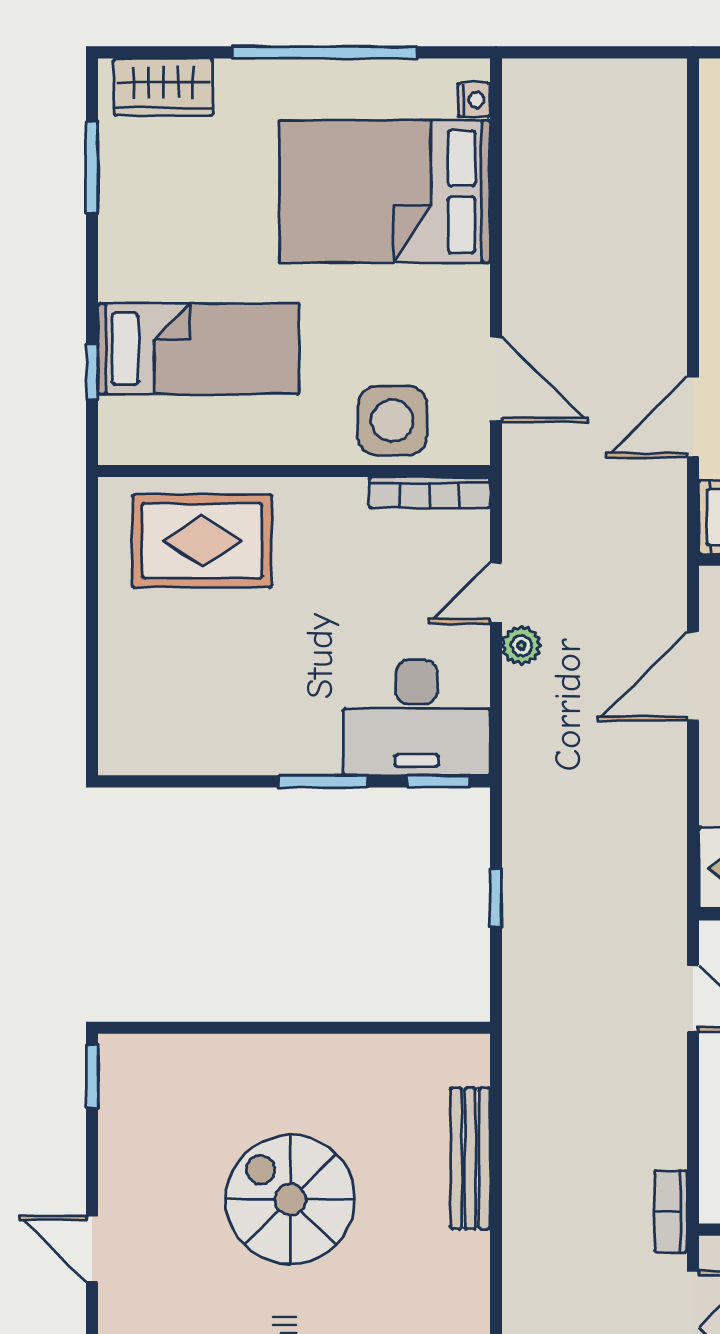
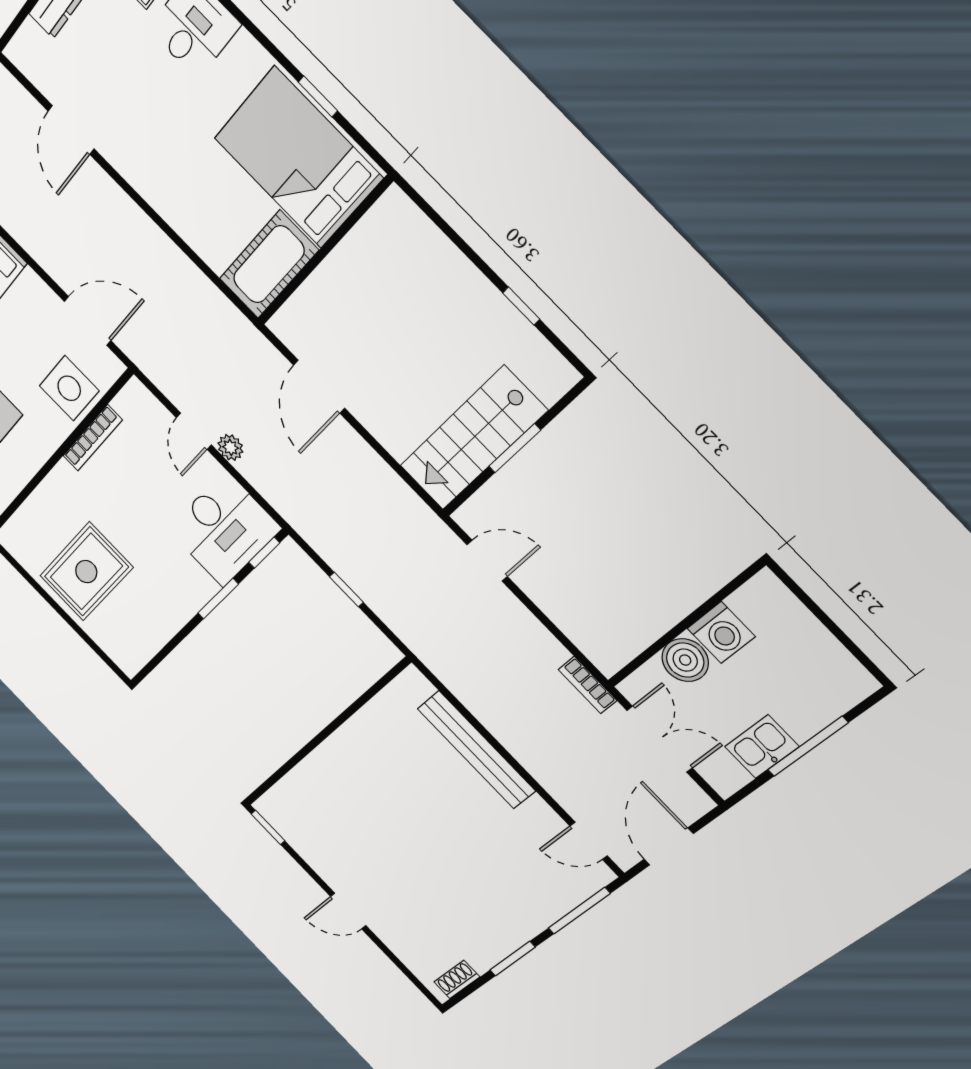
door: (693, 417) -> (71, 130), moved
bookcase: (430, 492) -> (93, 438), moved
rug: (202, 541) -> (86, 572), moved
bench: (470, 1158) -> (476, 750), width x1.37, depth x1.21
spiral stairs: (290, 1199) -> (407, 821), removed

